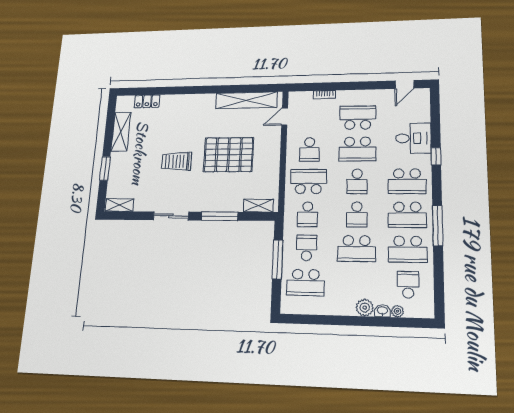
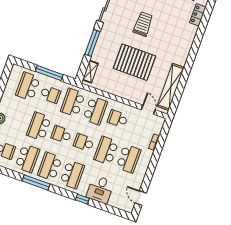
pallet: (229, 155) -> (134, 62), turned 90
school desk: (407, 181) -> (72, 174), turned 180
school desk: (308, 214) -> (73, 102), width x1.85
school desk: (408, 249) -> (27, 158), turned 180

